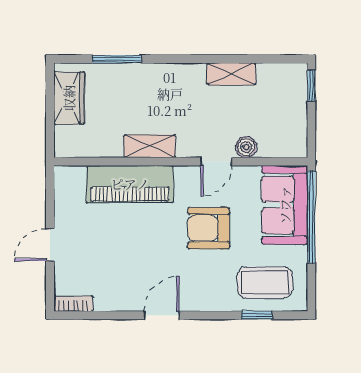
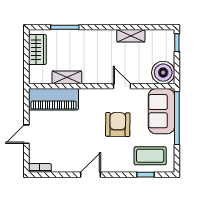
shelving: (150, 146) -> (67, 77), moved
boiler: (246, 147) -> (163, 73), moved, width x1.86, depth x1.86
door: (216, 162) -> (122, 86), swing flipped
piano: (130, 184) -> (54, 99), moved
armchair: (209, 228) -> (118, 125), turned 91

